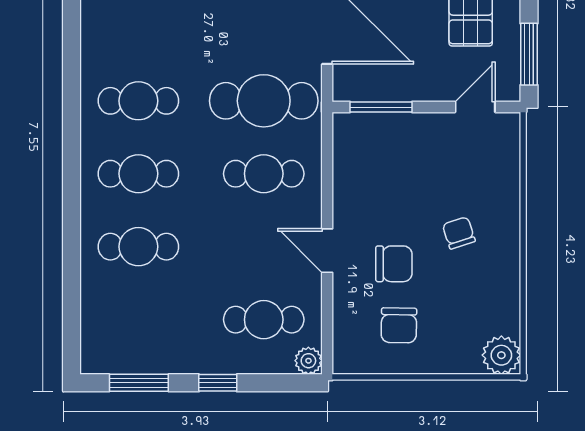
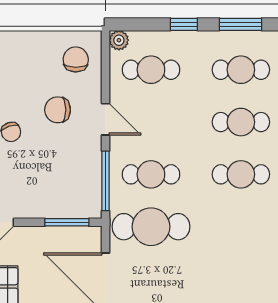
cafe table: (138, 101) -> (241, 70), moved
window: (327, 165) -> (105, 181), added
chair: (399, 325) -> (76, 59), moved

